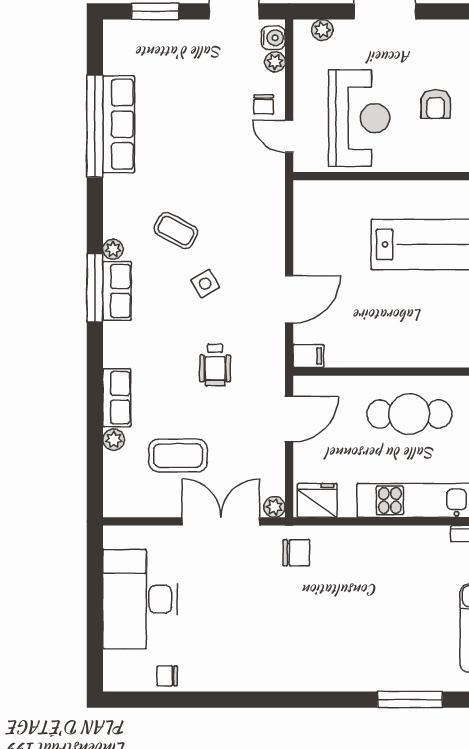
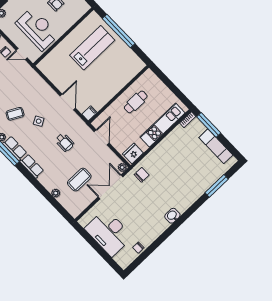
row of seats: (117, 398) -> (32, 166), moved
cafe table: (409, 414) -> (136, 102), width x0.73, depth x0.74
washbasin: (281, 677) -> (172, 216), added

